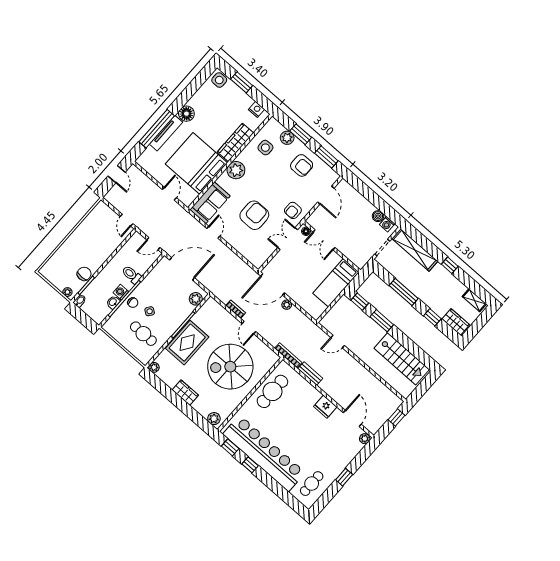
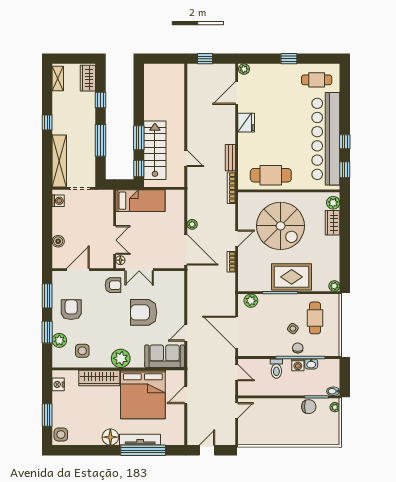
boiler: (378, 216) -> (58, 241), moved
chair: (84, 274) -> (309, 407), turned 180
stairs: (402, 359) -> (155, 150), moved
wardrobe: (185, 393) -> (332, 223), moved

